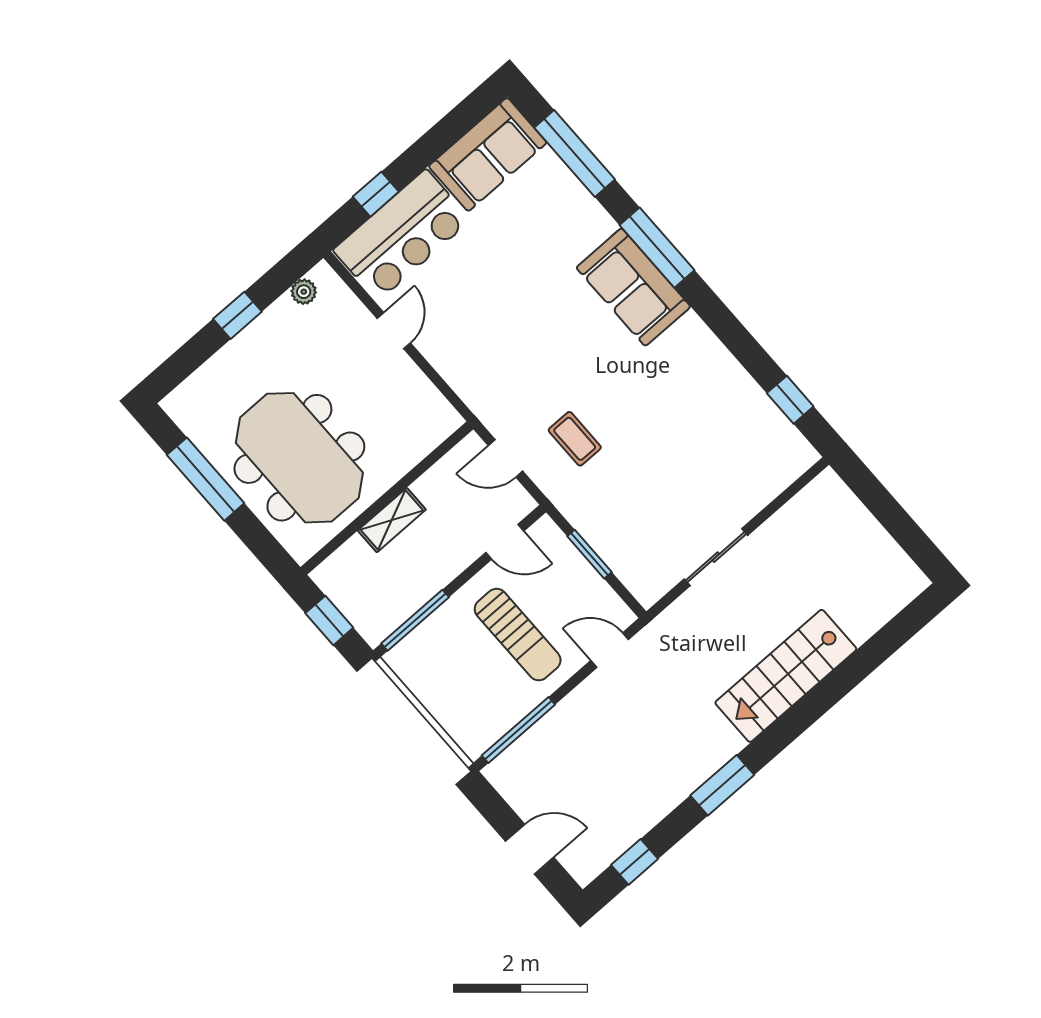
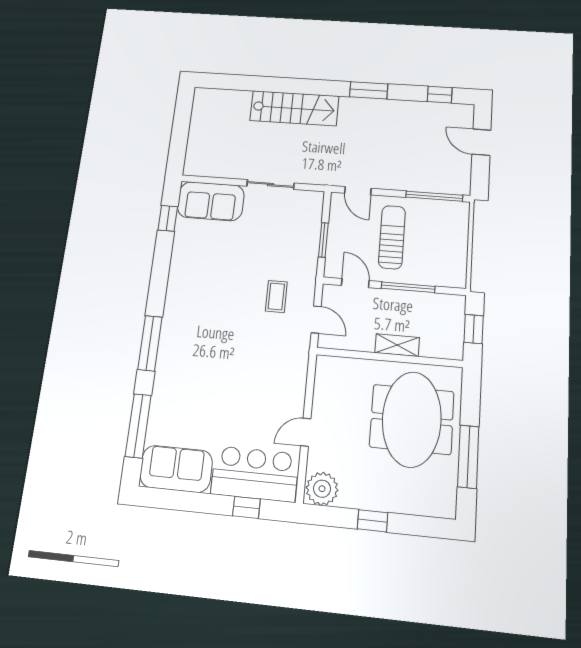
sofa: (633, 287) -> (211, 201), moved, turned 90
plant: (304, 292) -> (322, 489), width x1.87, depth x1.87
window: (415, 620) -> (408, 287), moved

